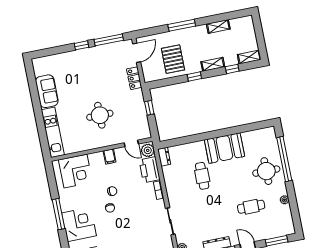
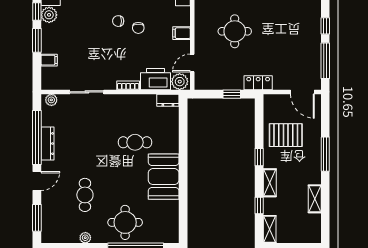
locker: (134, 78) -> (258, 83), moved

